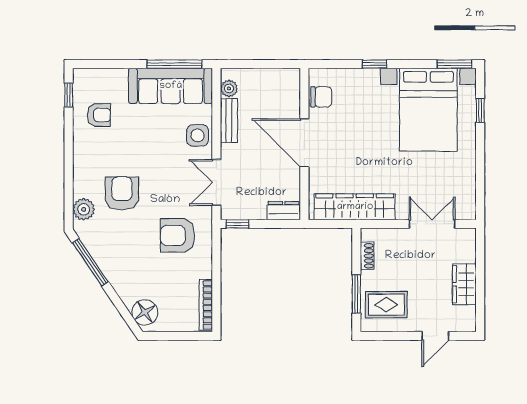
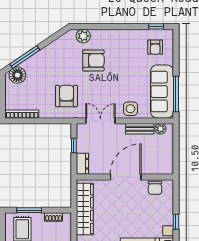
armchair: (99, 115) -> (155, 47), moved
window: (238, 224) -> (74, 145), moved
window: (90, 262) -> (25, 57), moved

